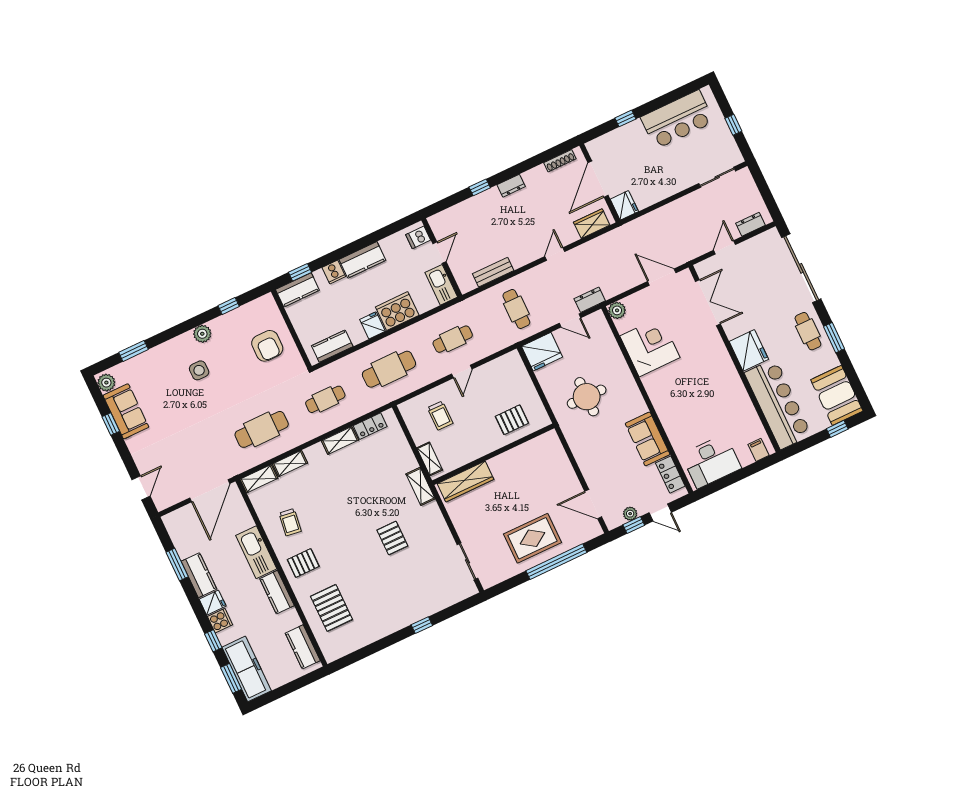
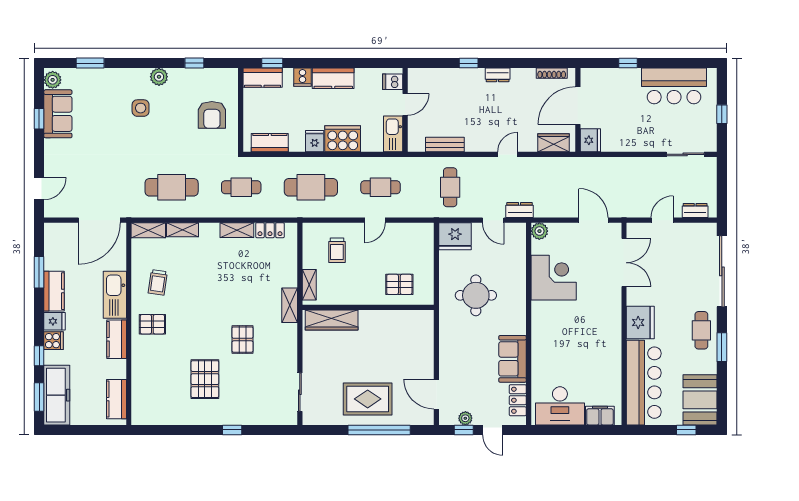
filing cabinet: (759, 450) -> (600, 416), width x2.00
pallet: (331, 608) -> (205, 379), moved

